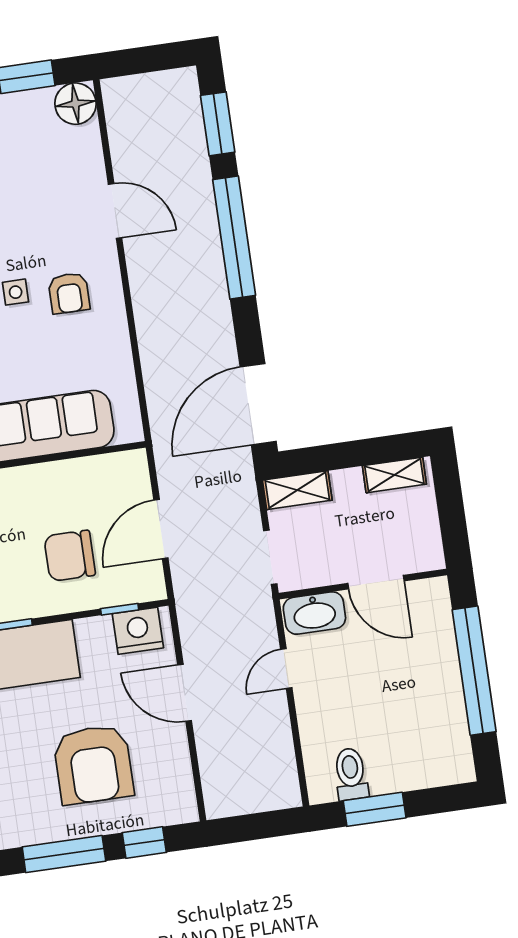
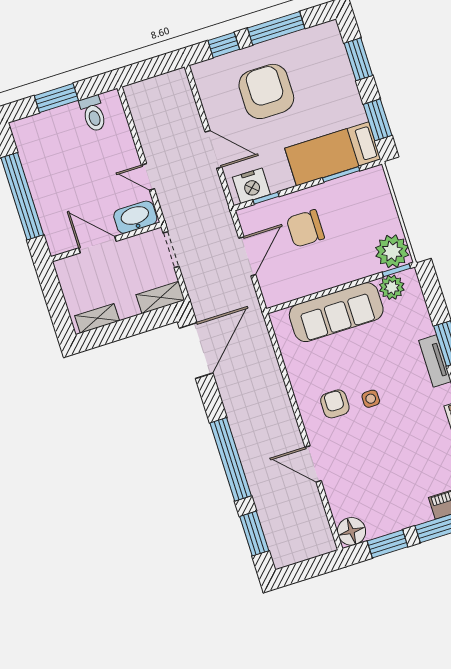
chair: (70, 556) -> (305, 228), turned 180
door: (286, 669) -> (148, 177), swing flipped
window: (375, 809) -> (56, 98), moved

